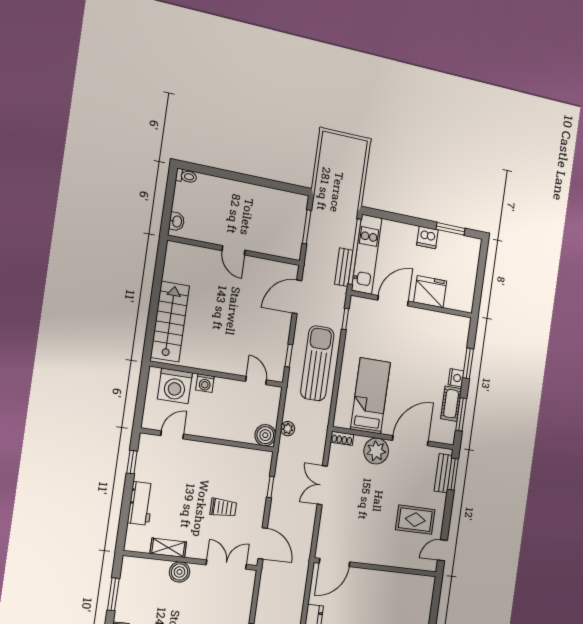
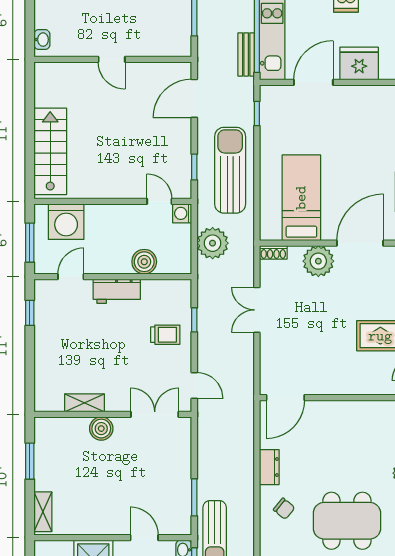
washing machine: (205, 383) -> (182, 213), moved, turned 90
window: (141, 400) -> (30, 243), added
plant: (288, 429) -> (213, 243), width x1.87, depth x1.87
boiler: (265, 435) -> (144, 262), moved
workbench: (141, 503) -> (117, 291), moved, turned 90
trolley: (223, 508) -> (165, 335), moved
door: (263, 543) -> (194, 386), width x0.73

